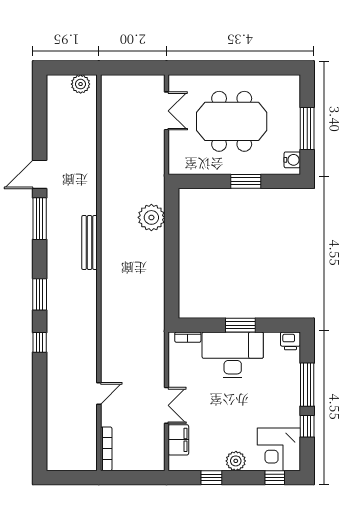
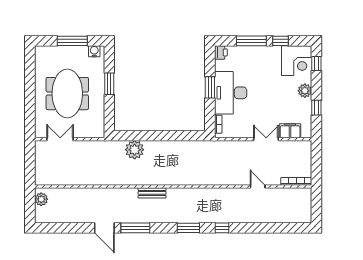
bench: (90, 243) -> (152, 193), width x0.73

